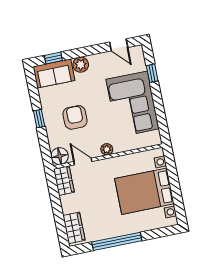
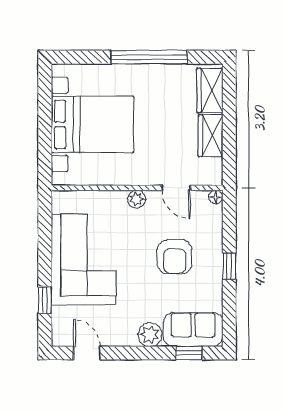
floor lamp: (60, 156) -> (216, 197), width x0.53, depth x0.53
wardrobe: (64, 181) -> (211, 136), moved

